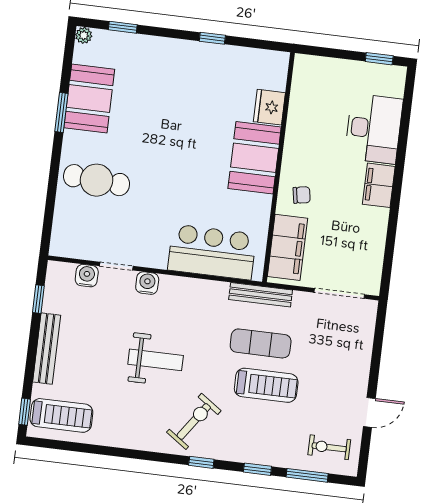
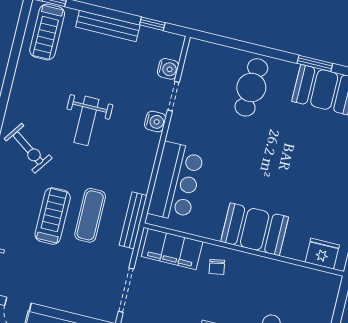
fridge: (269, 107) -> (322, 254), moved
treadmill: (266, 385) -> (53, 216), turned 180

